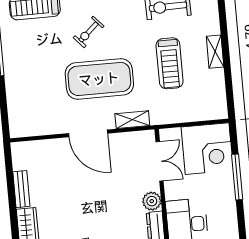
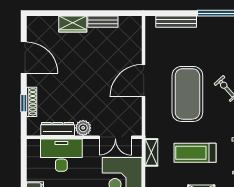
bench: (13, 101) -> (176, 22), added
shelving: (132, 120) -> (151, 152), moved

